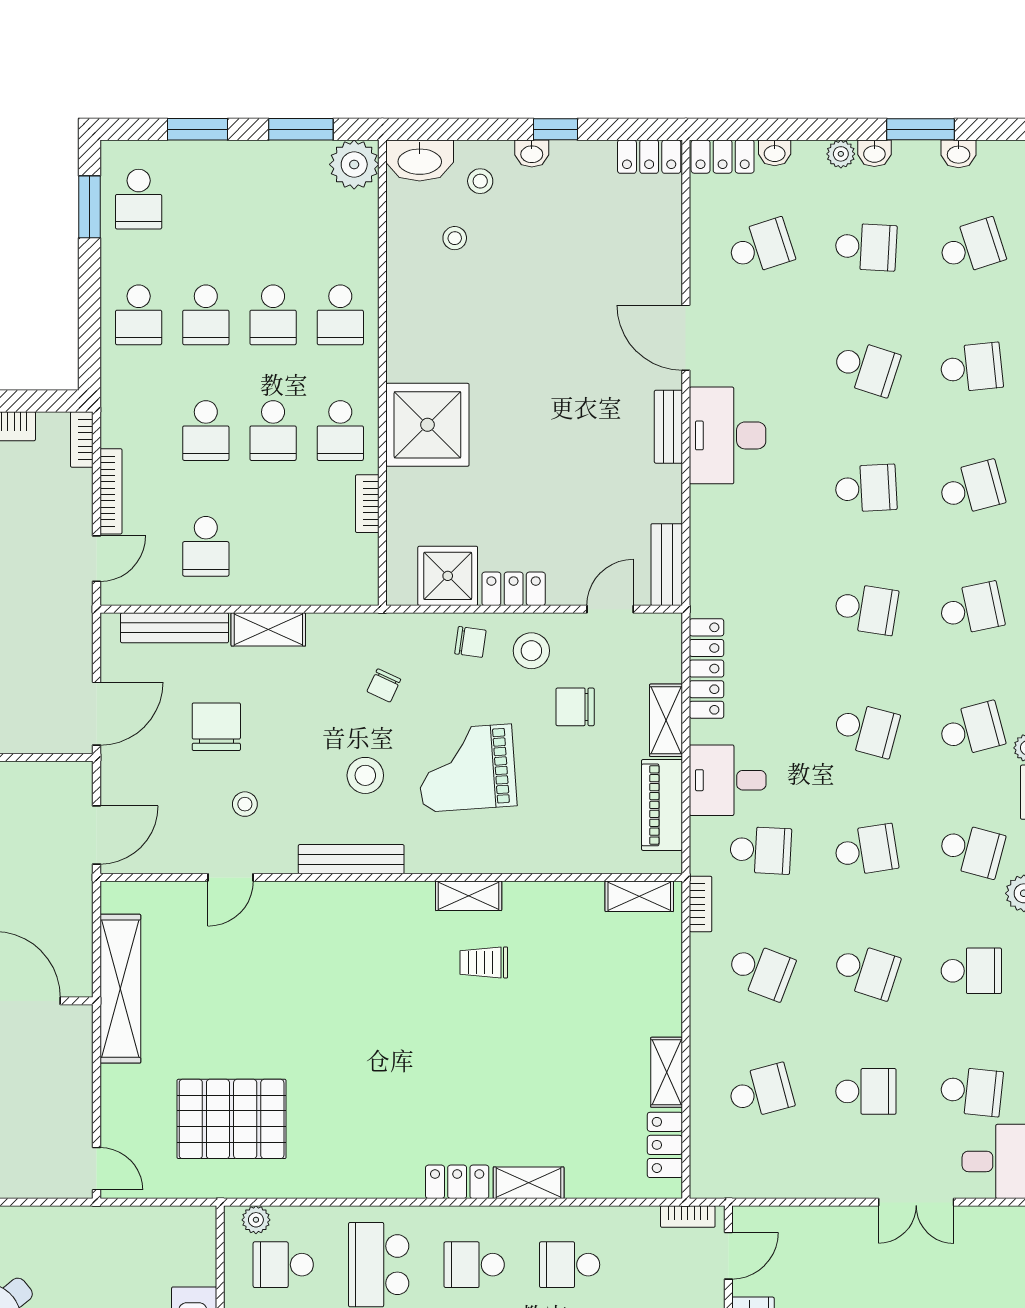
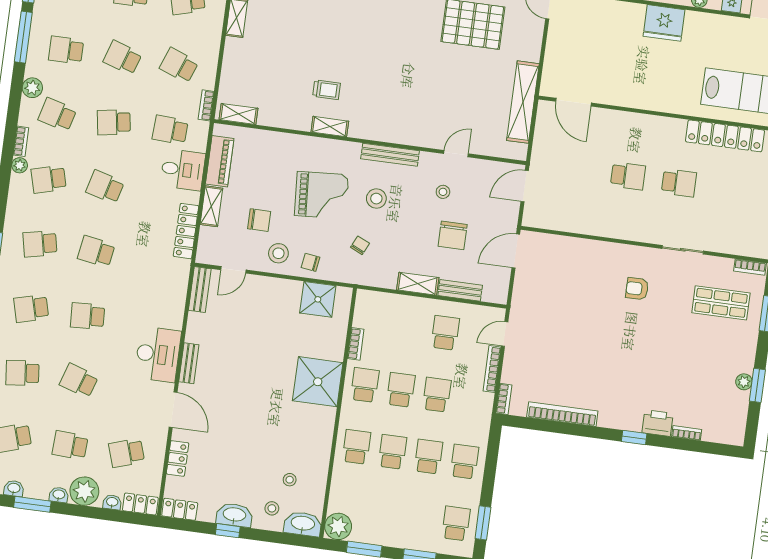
washbasin: (532, 153) -> (234, 515), width x1.91, depth x1.45
plant: (841, 154) -> (84, 491), width x1.87, depth x1.87
locker: (514, 589) -> (178, 458), moved, turned -90
bench: (175, 628) -> (460, 290), width x0.73

